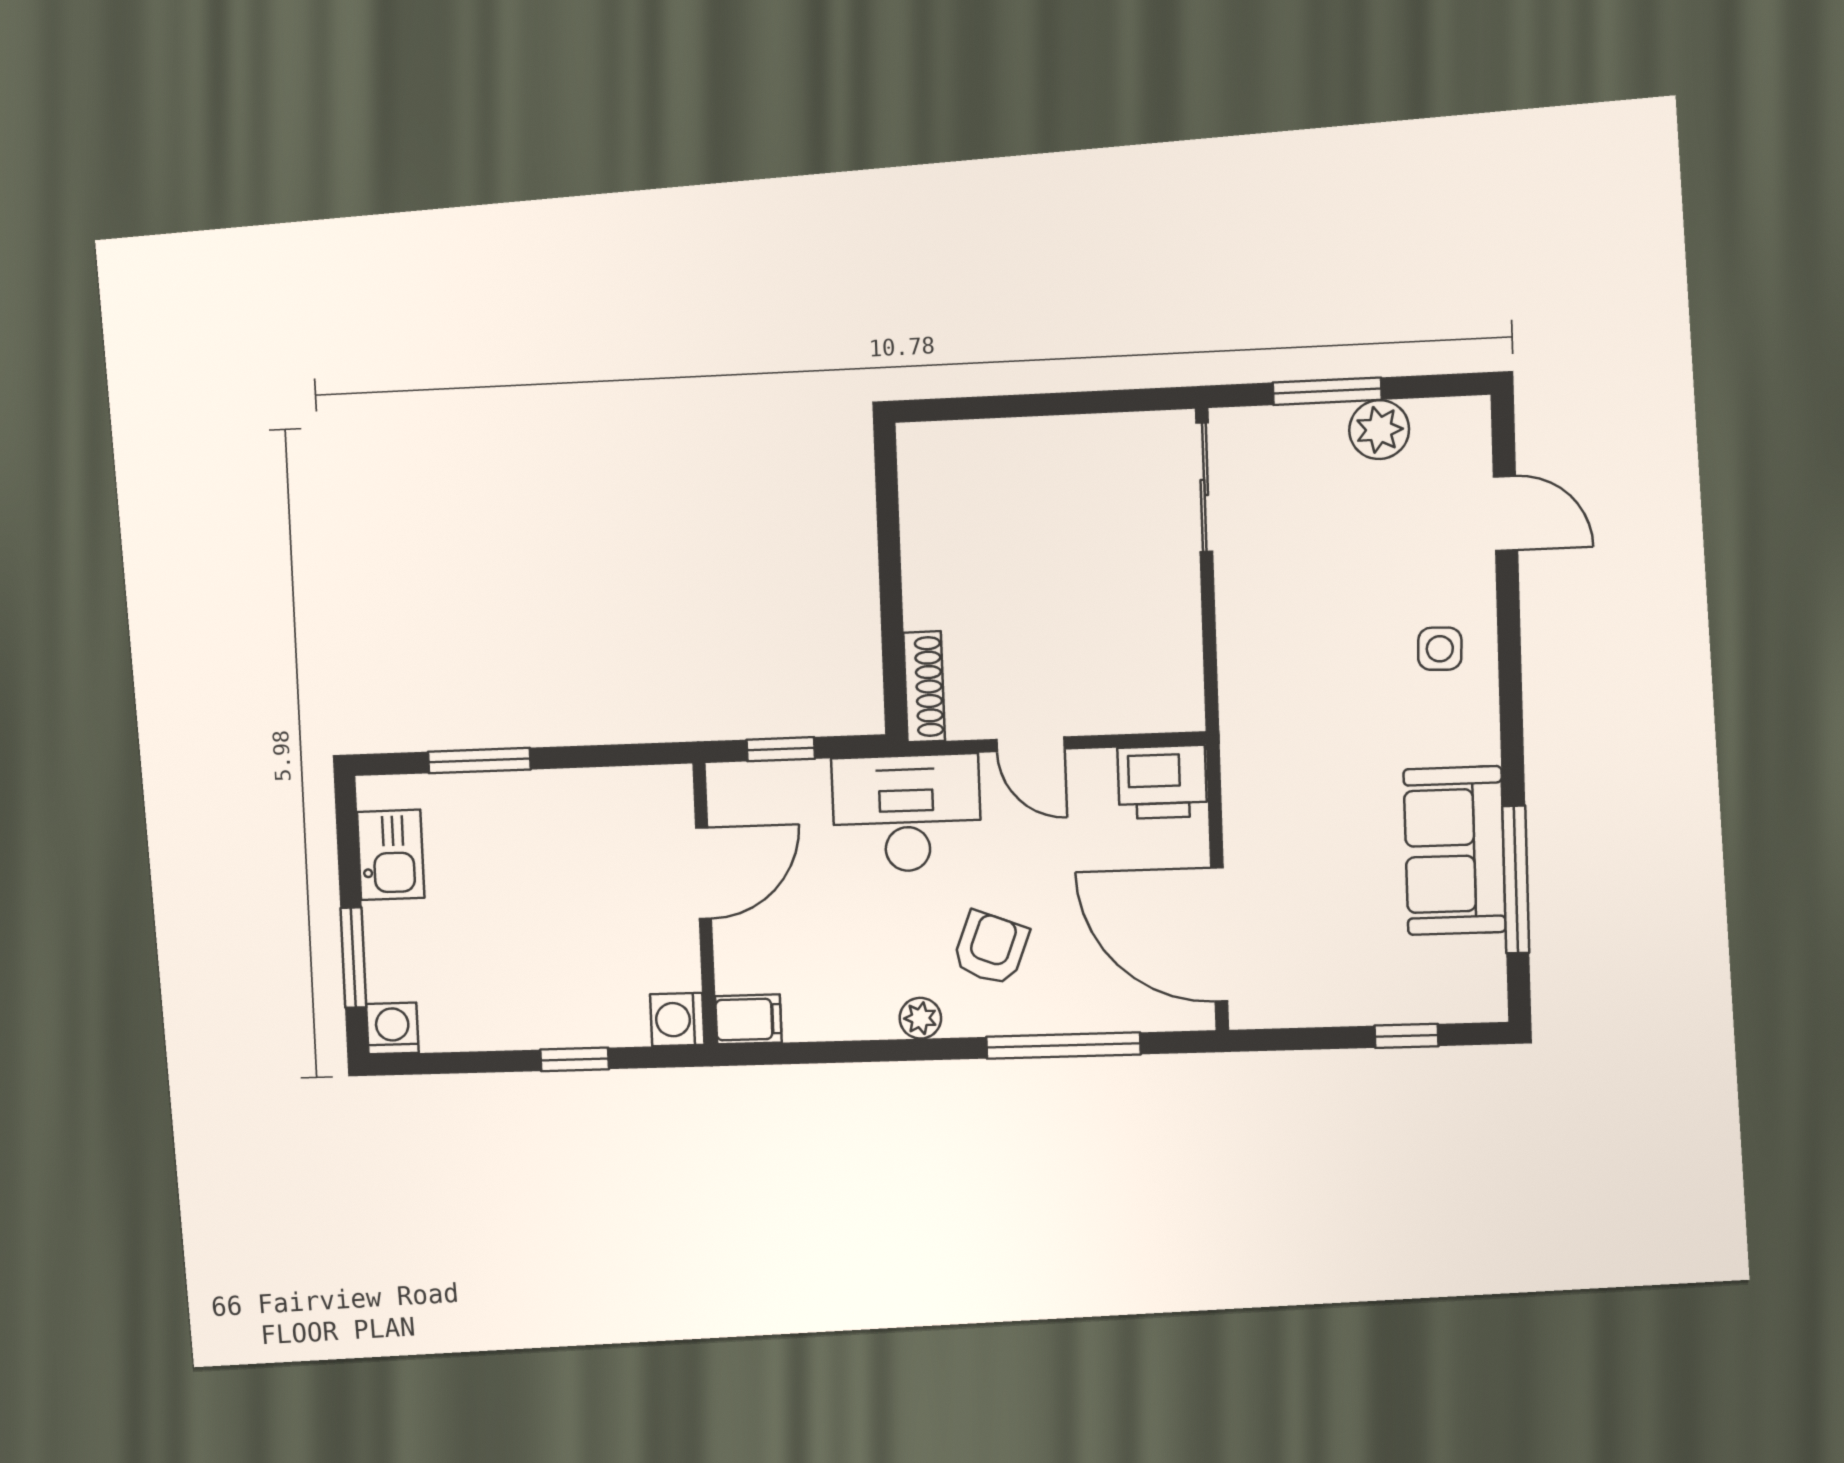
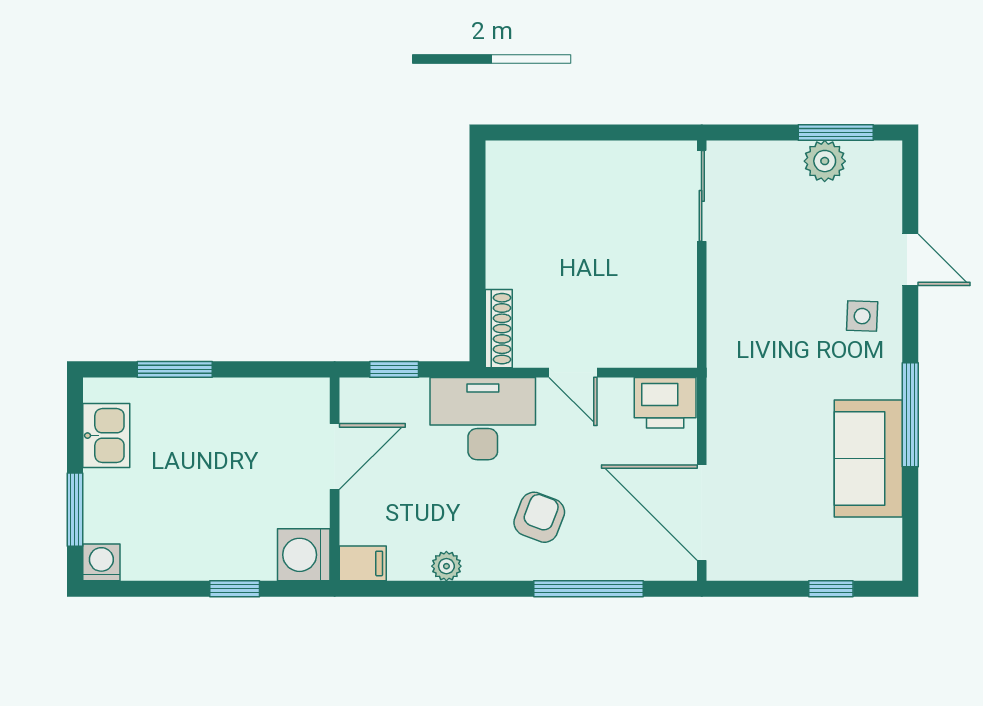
window: (1327, 391) -> (836, 133), moved
door: (1506, 513) -> (910, 260), moved
window: (1516, 880) -> (910, 415), moved
plant: (920, 1018) -> (446, 566), moved
washing machine: (677, 1020) -> (304, 555), width x1.38, depth x1.38

